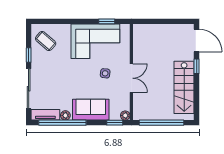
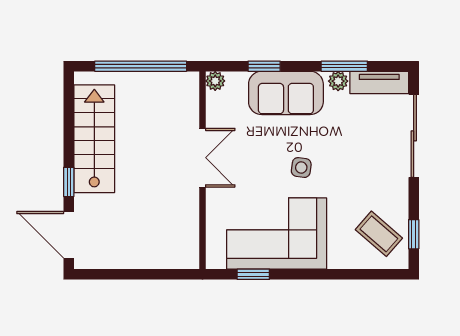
window: (29, 55) -> (414, 234), moved
side table: (105, 73) -> (301, 168), moved
double door: (131, 78) -> (202, 158), swing flipped
window: (62, 123) -> (344, 66), width x0.47
window: (115, 123) -> (264, 66), moved

